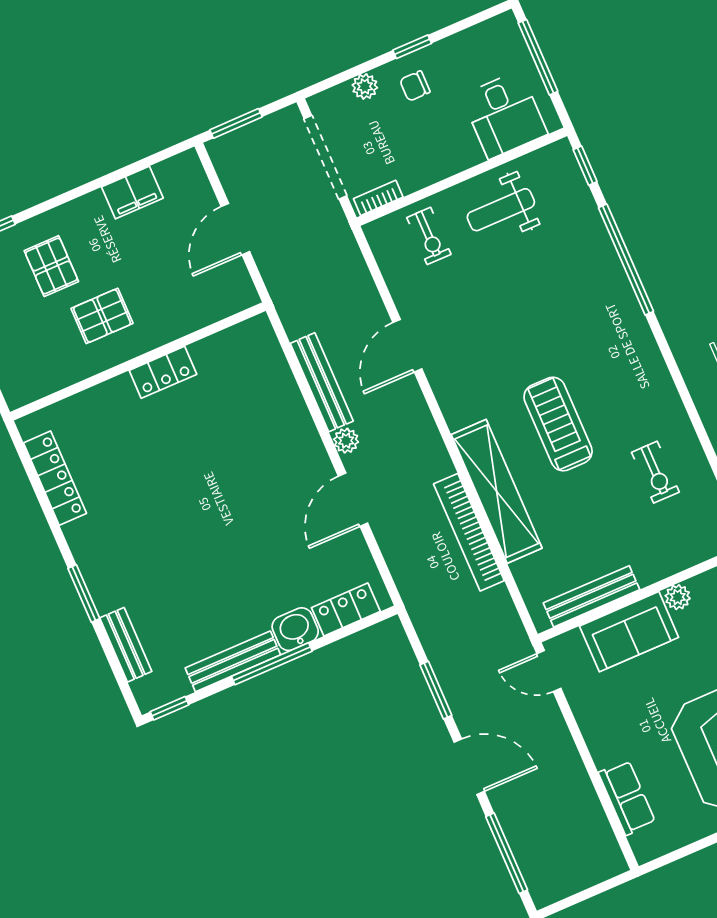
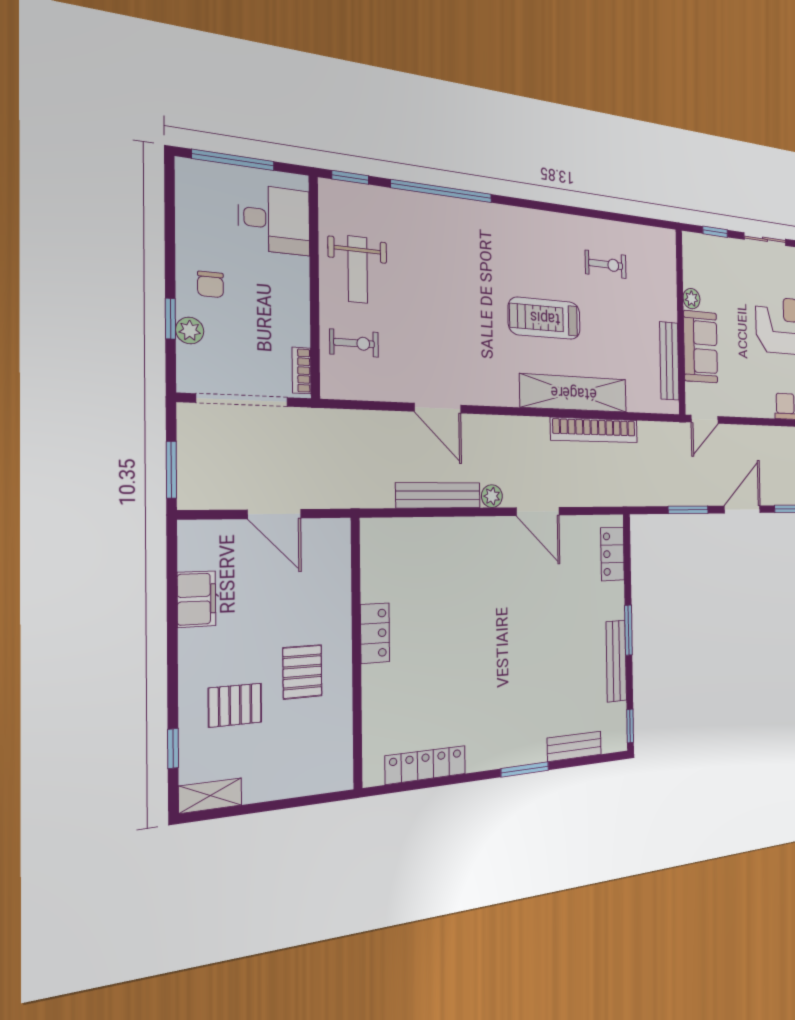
window: (412, 47) -> (170, 319), moved
washbasin: (295, 629) -> (612, 601), removed
window: (272, 664) -> (628, 630), width x0.69

